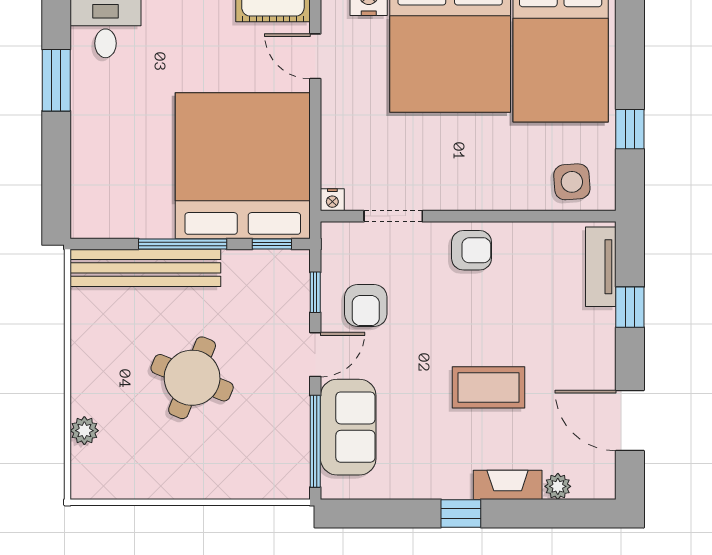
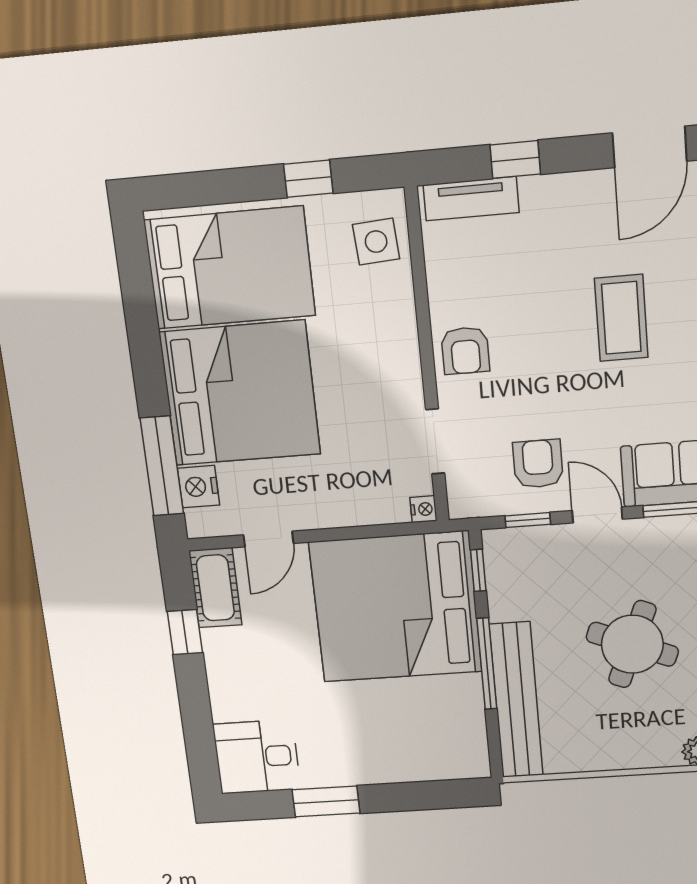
armchair: (472, 250) -> (465, 351), turned 180
armchair: (366, 306) -> (538, 464), turned -90

